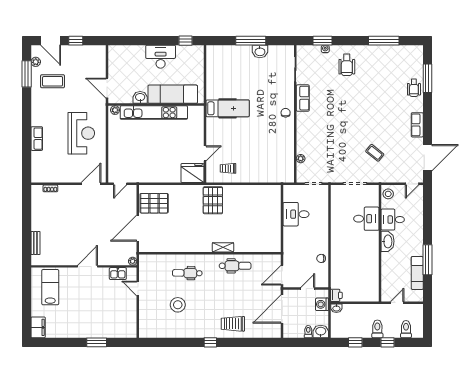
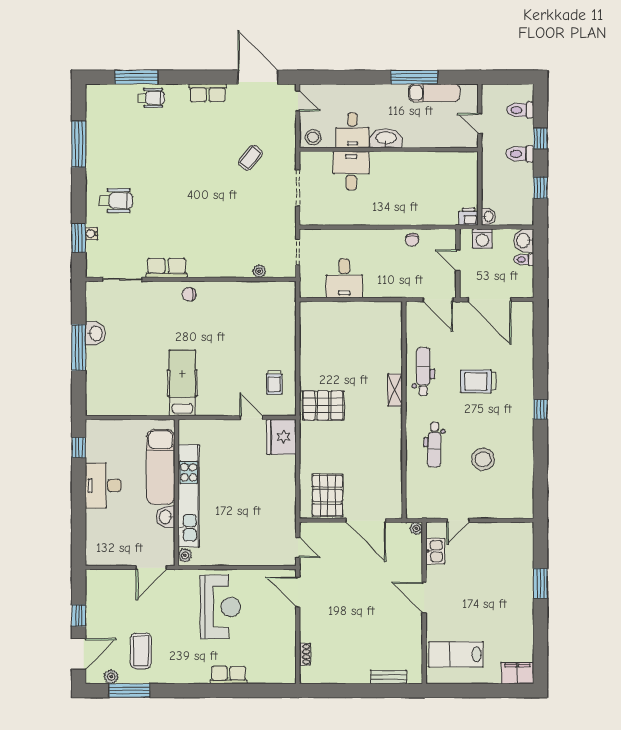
reception desk: (81, 133) -> (220, 607), turned 90
trolley: (233, 324) -> (478, 381), moved, turned 90

